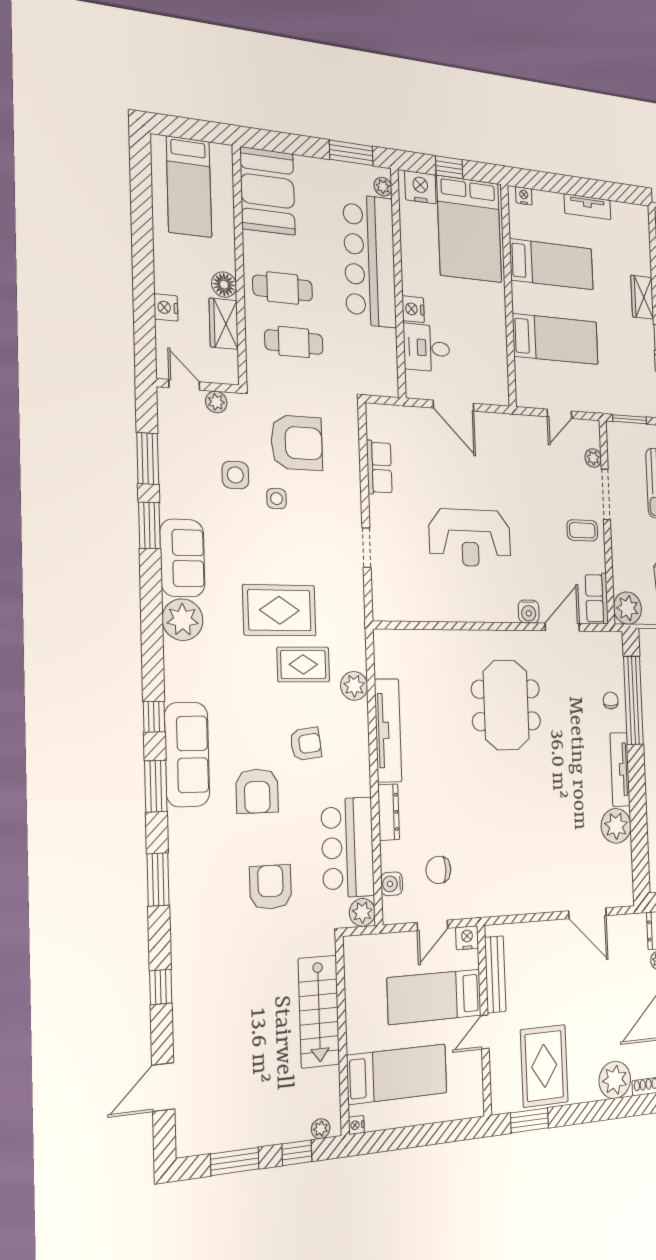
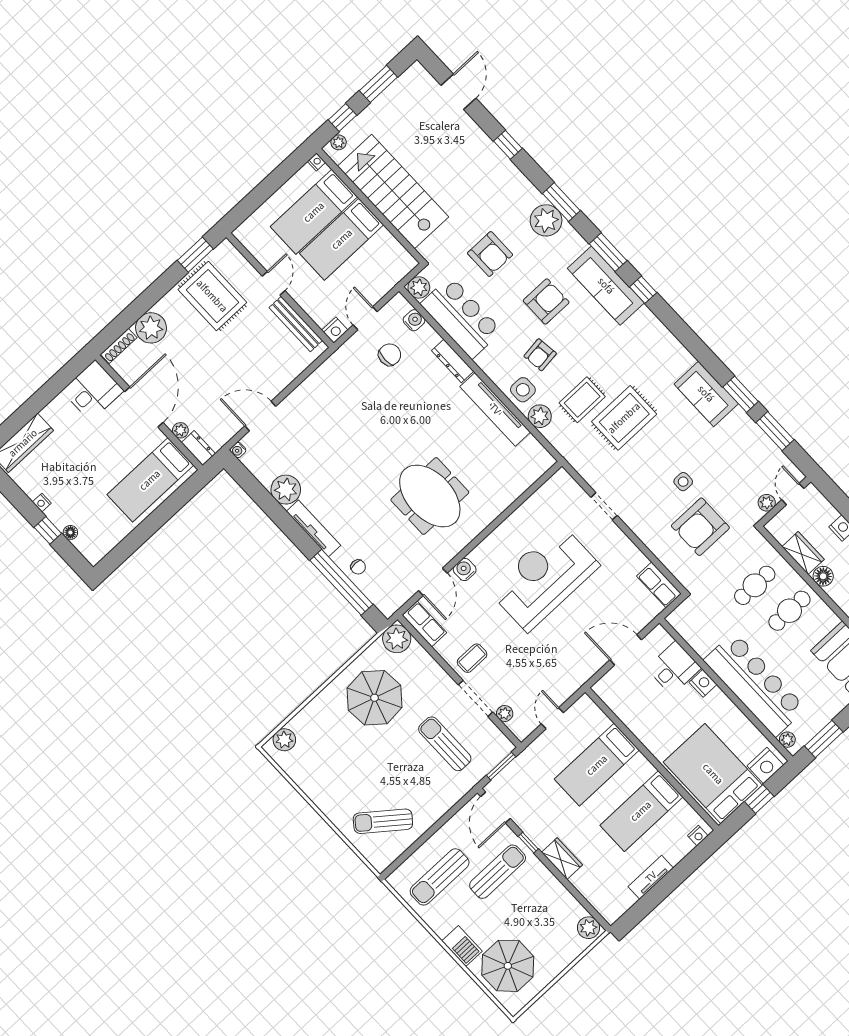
door: (184, 385) -> (793, 494), swing flipped
row of seats: (379, 467) -> (659, 585), moved
side table: (235, 475) -> (523, 390), moved
reception desk: (470, 538) -> (544, 578), width x1.36, depth x1.30
plant: (183, 620) -> (546, 220), moved
armchair: (257, 791) -> (546, 301), turned 90
water cooler: (627, 899) -> (238, 450), added
bed: (434, 997) -> (342, 239), moved, turned 180
stairs: (319, 1011) -> (393, 191), width x1.36, depth x1.51

